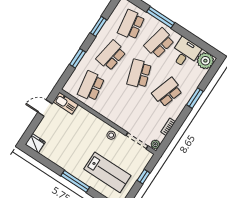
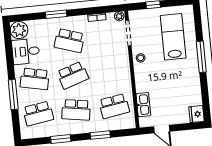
kitchen sink: (66, 103) -> (143, 105), moved

